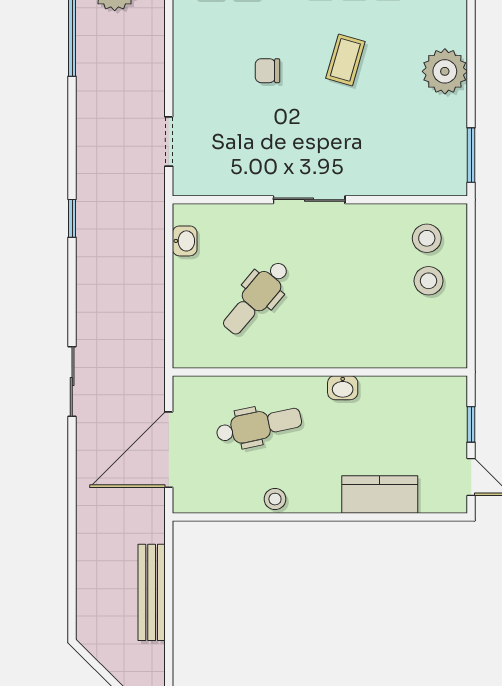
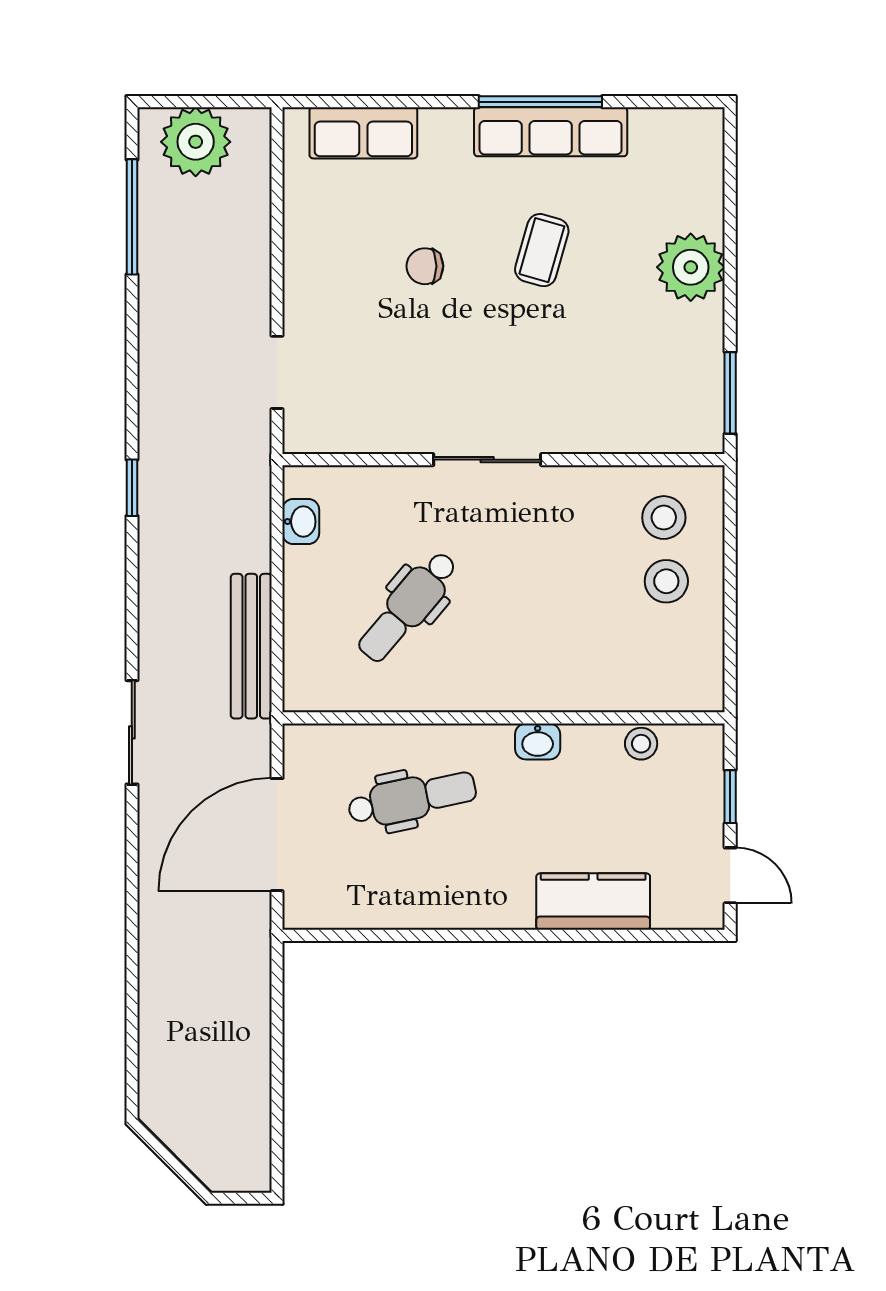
stool: (275, 499) -> (641, 744), moved
bench: (152, 592) -> (251, 646), moved

